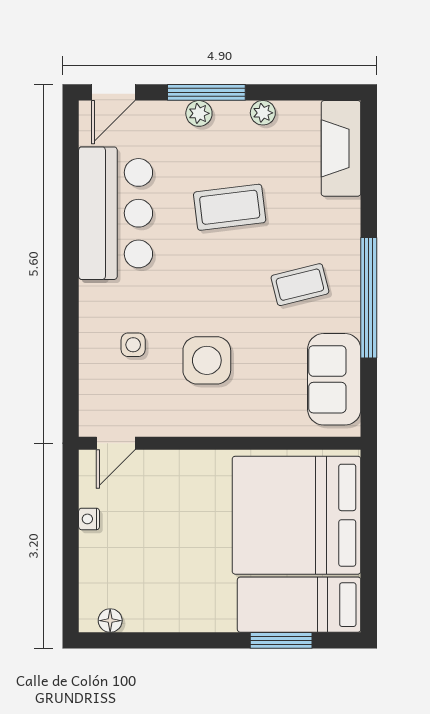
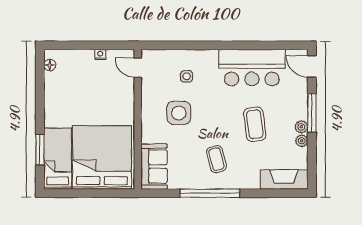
plant: (199, 113) -> (301, 127), moved
sofa: (334, 379) -> (154, 167), moved, turned 90

